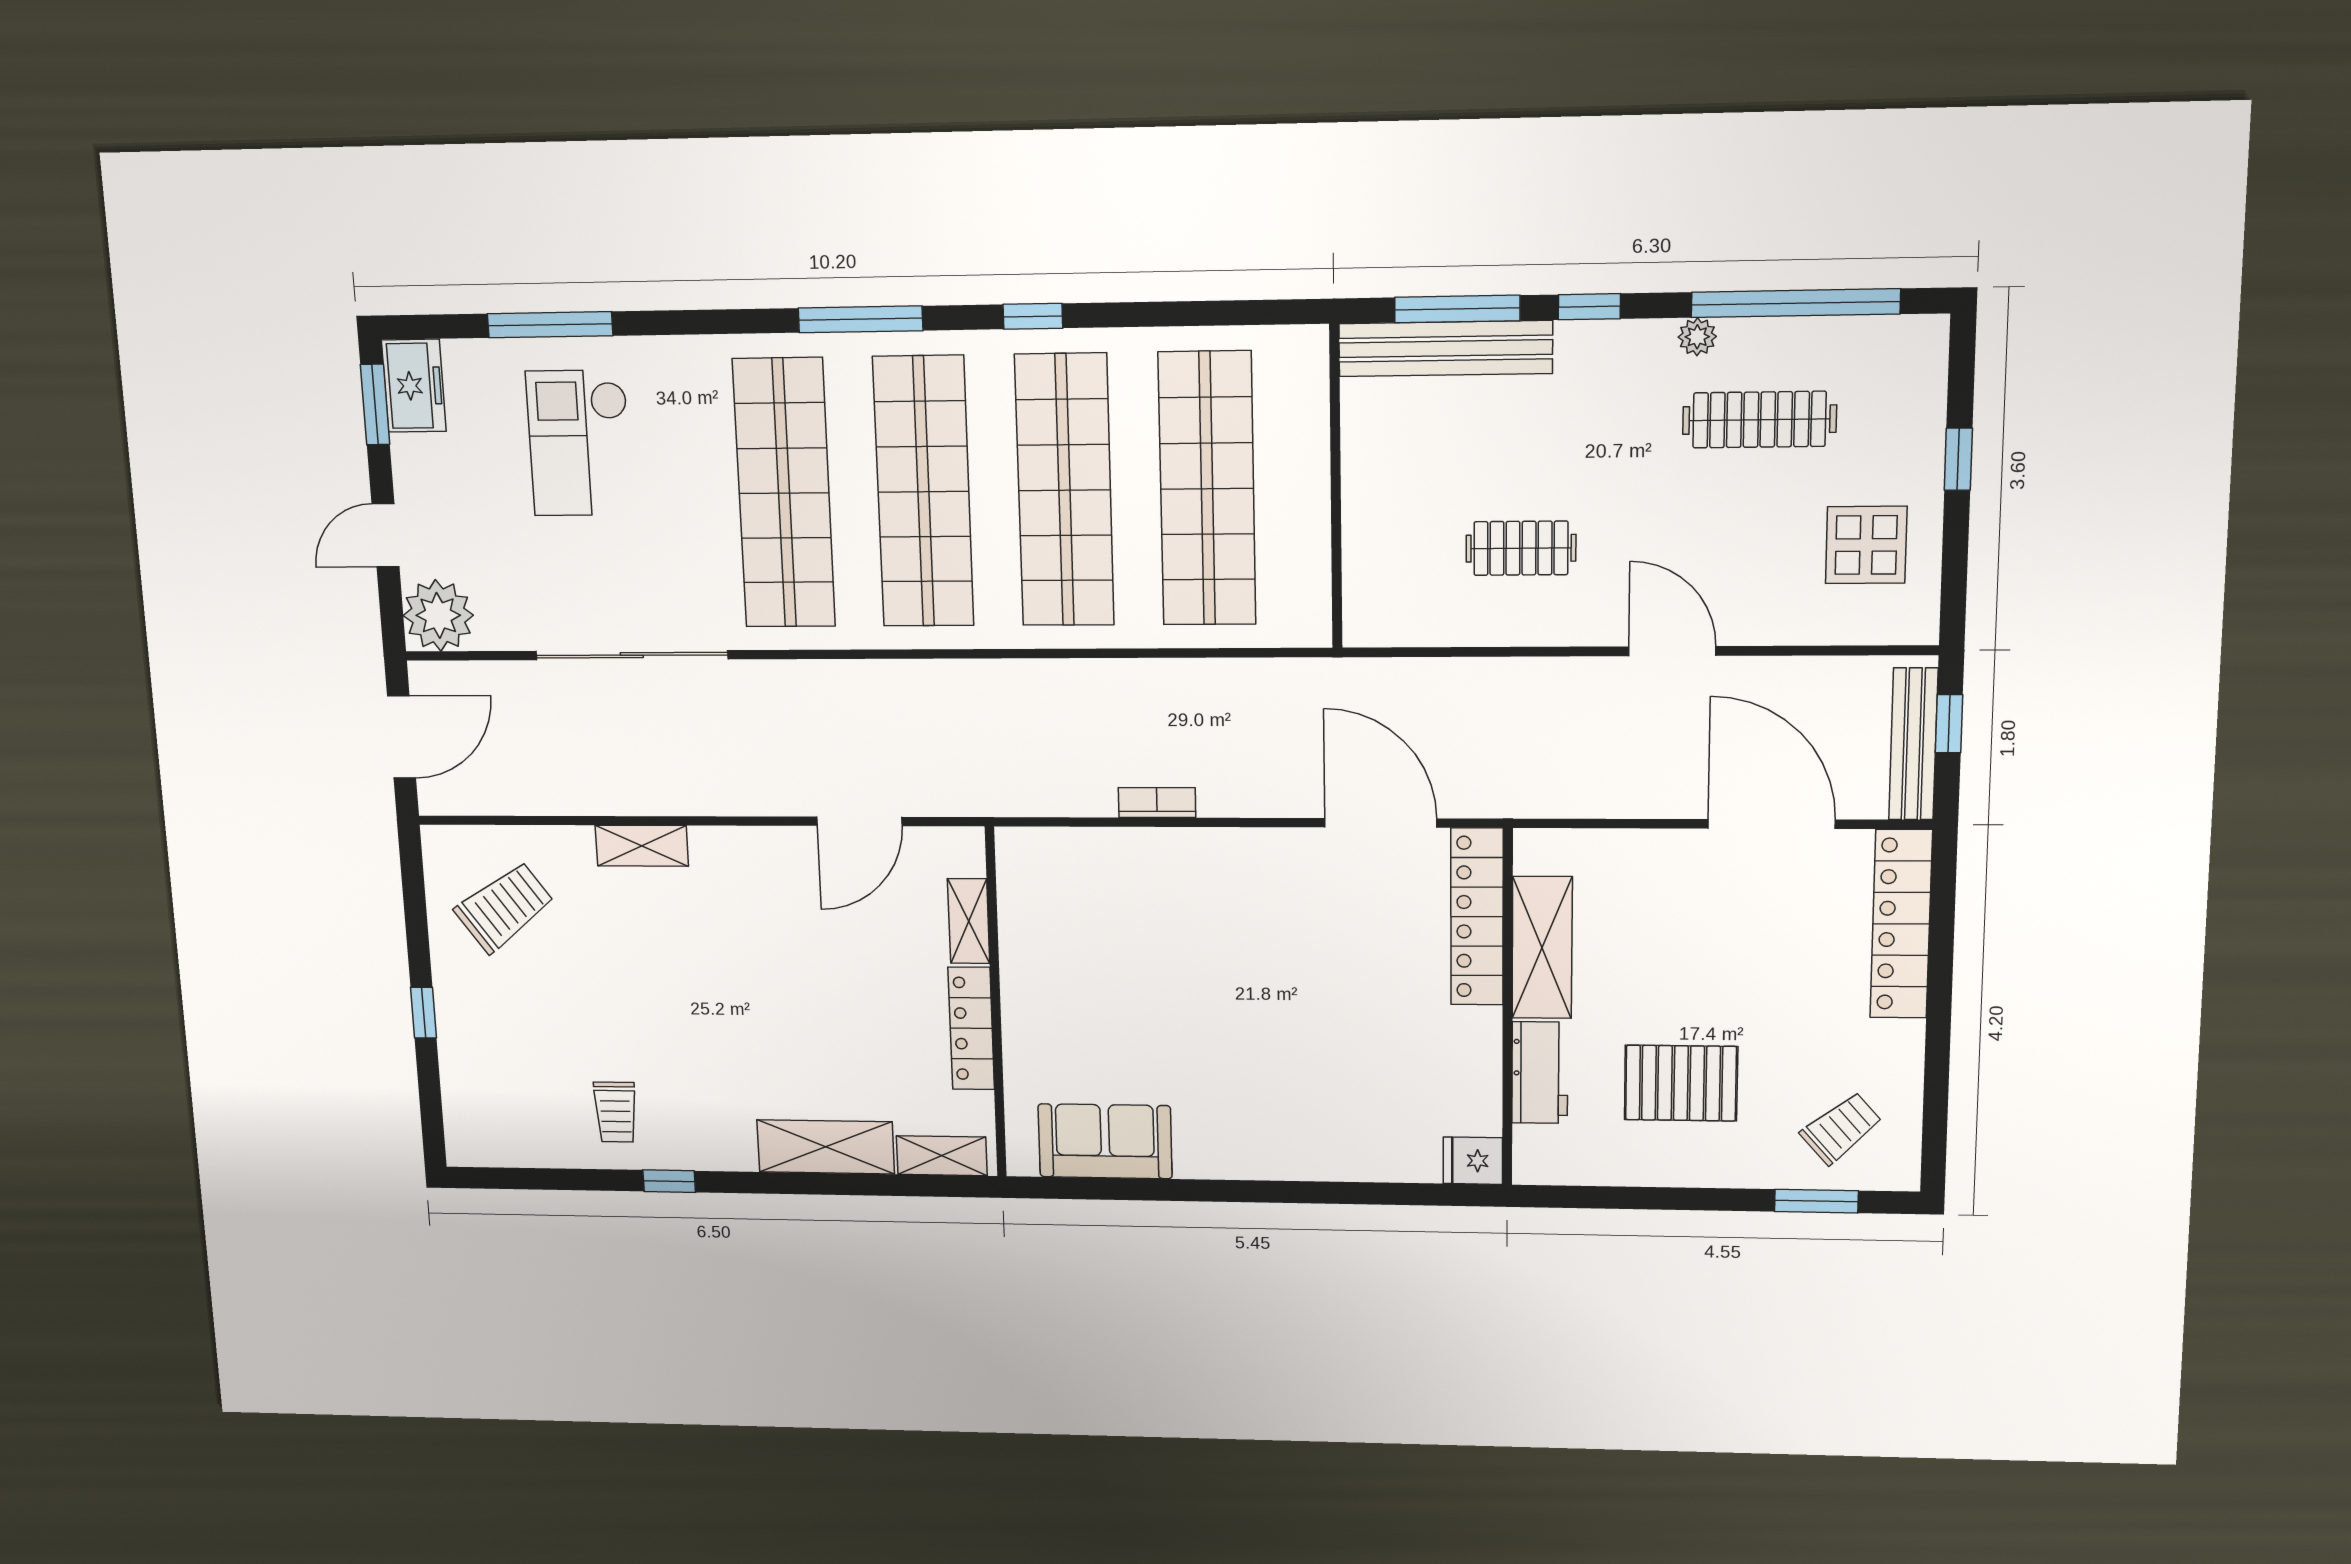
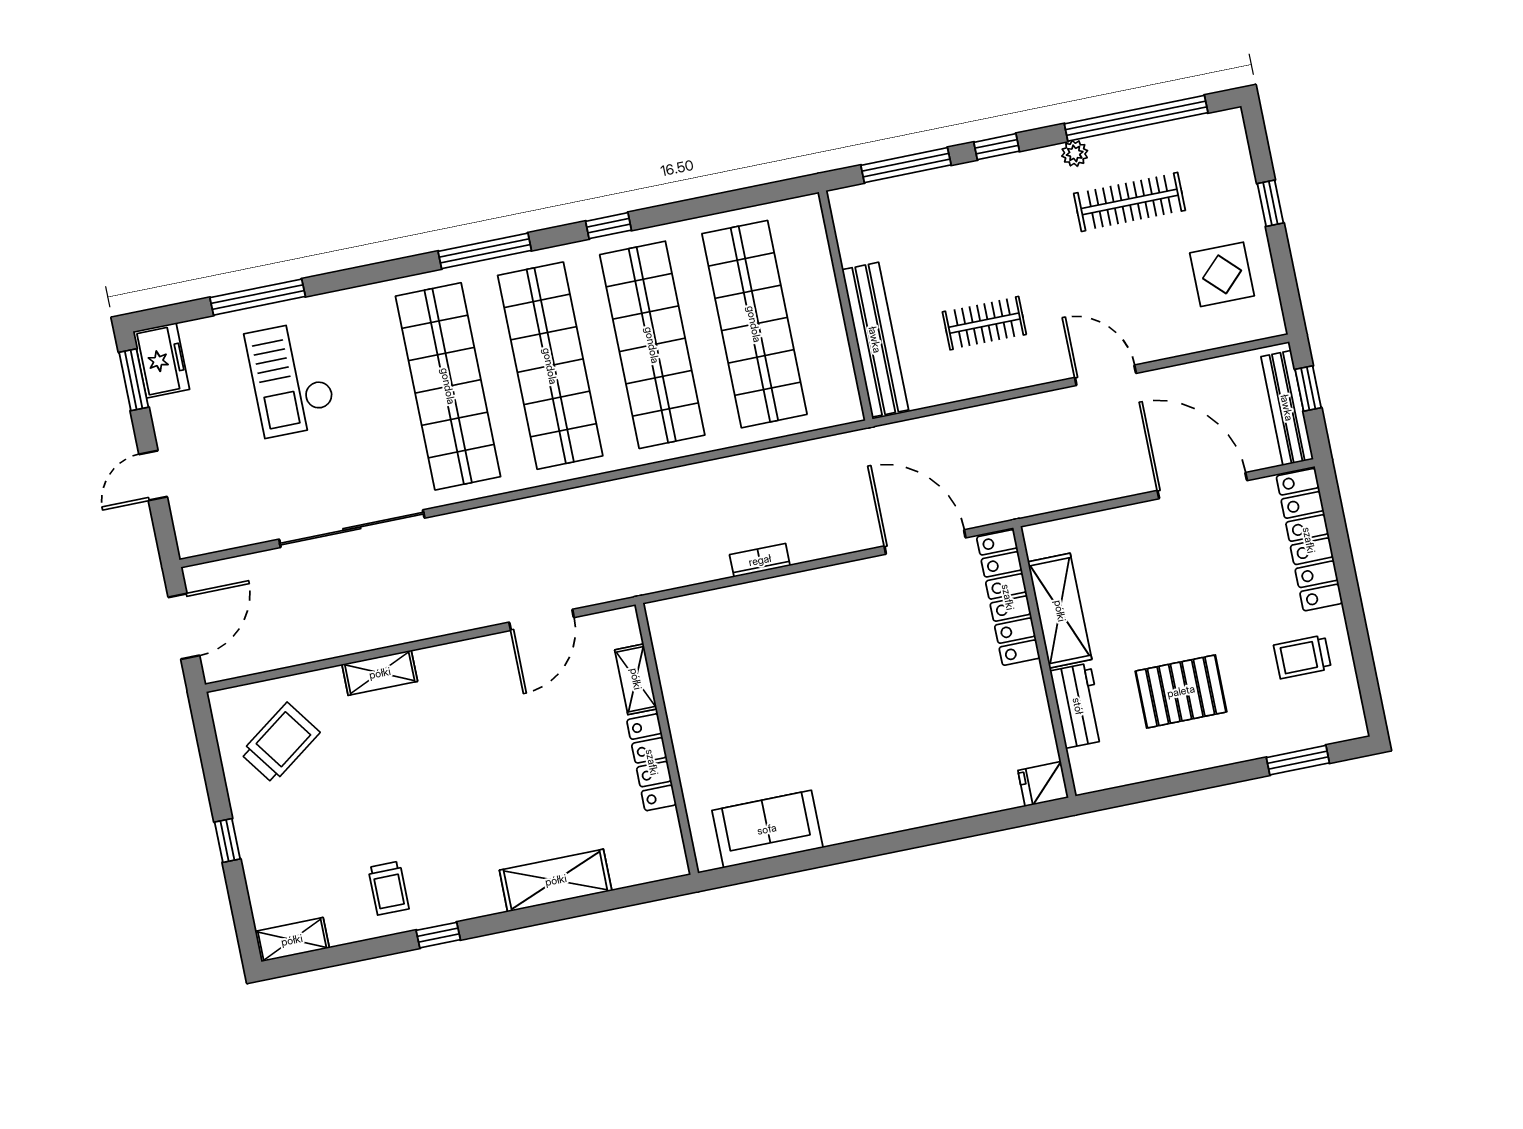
bench: (1445, 349) -> (875, 340), moved, turned 90
plant: (438, 615) -> (201, 528), removed
trolley: (1841, 1128) -> (1302, 657), moved, turned -139
shelving: (942, 1156) -> (292, 940), moved

